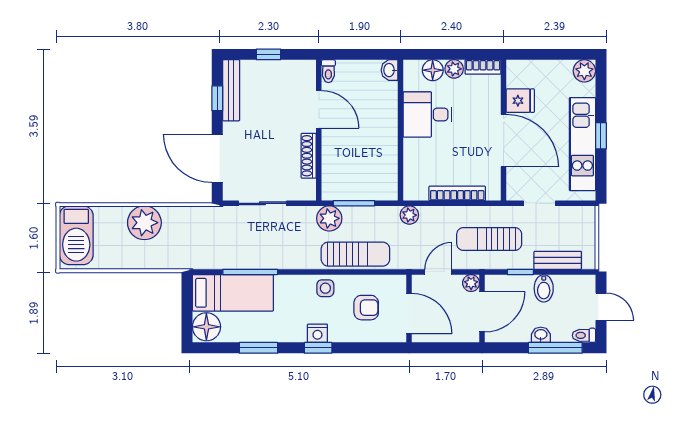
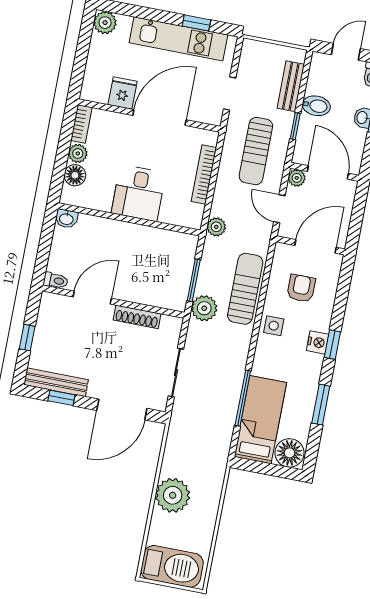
desk: (427, 114) -> (139, 193), moved
window: (601, 136) -> (196, 23), moved

